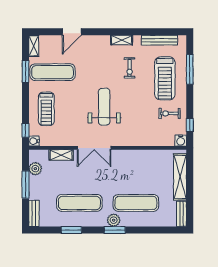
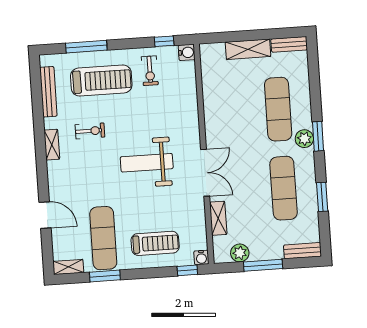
shelving: (180, 177) -> (248, 49), width x0.68

